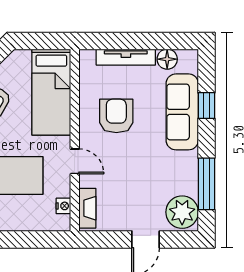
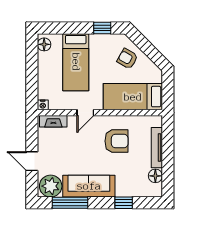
sofa: (182, 112) -> (89, 186), moved
nightstand: (63, 206) -> (43, 105), moved

